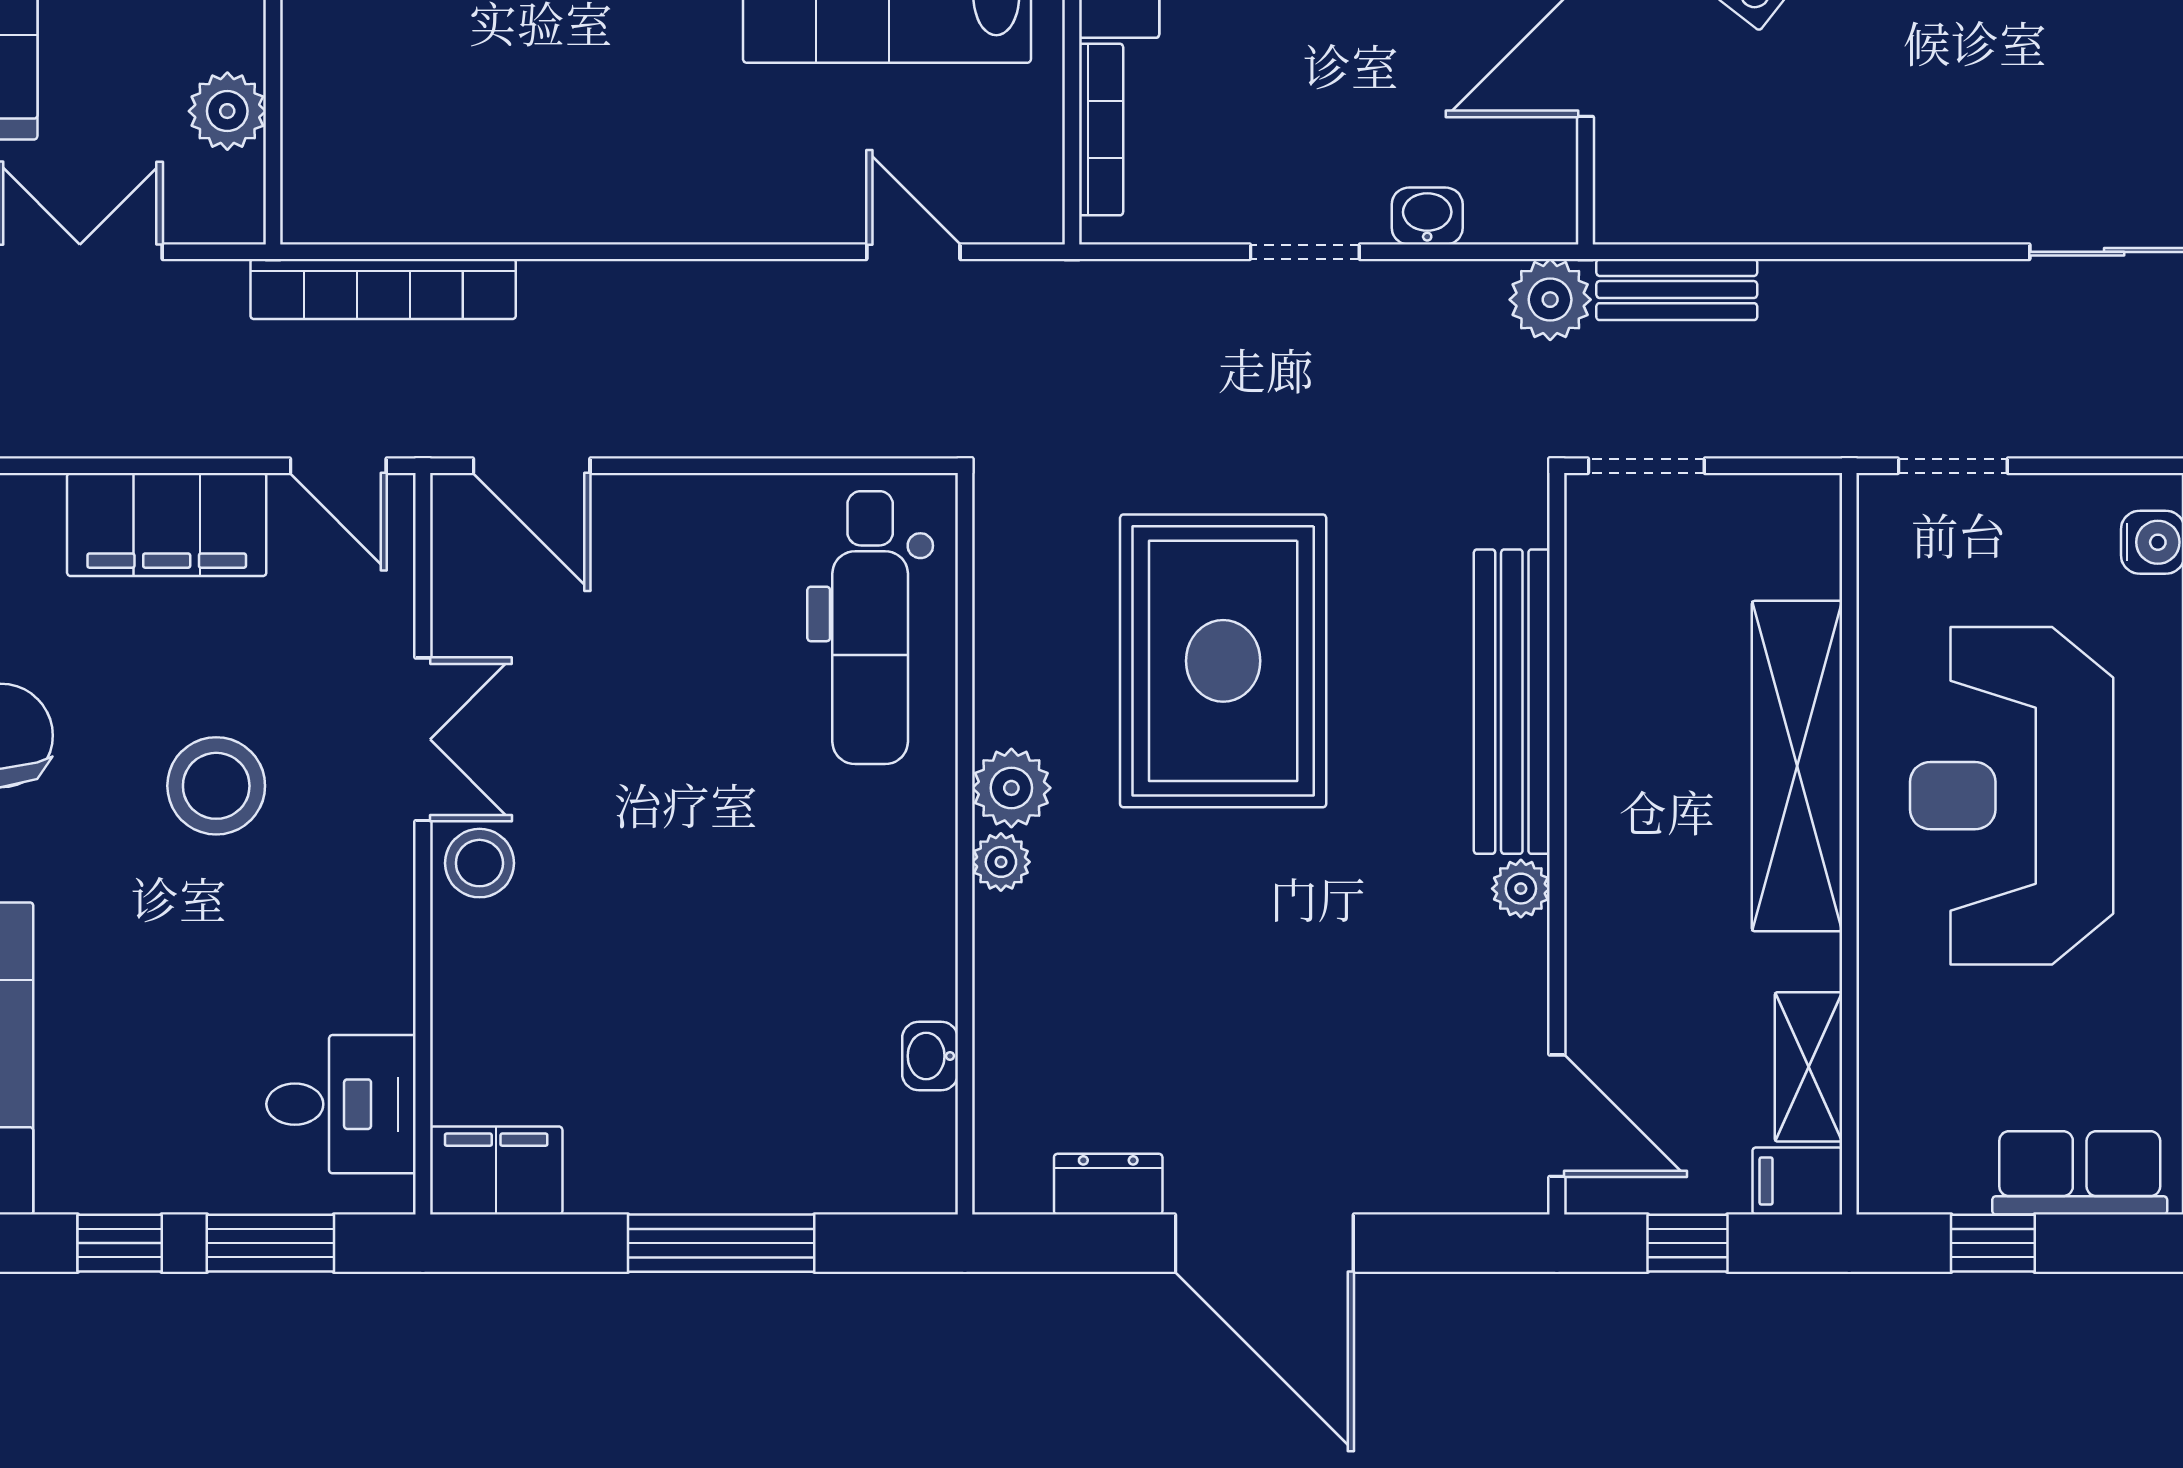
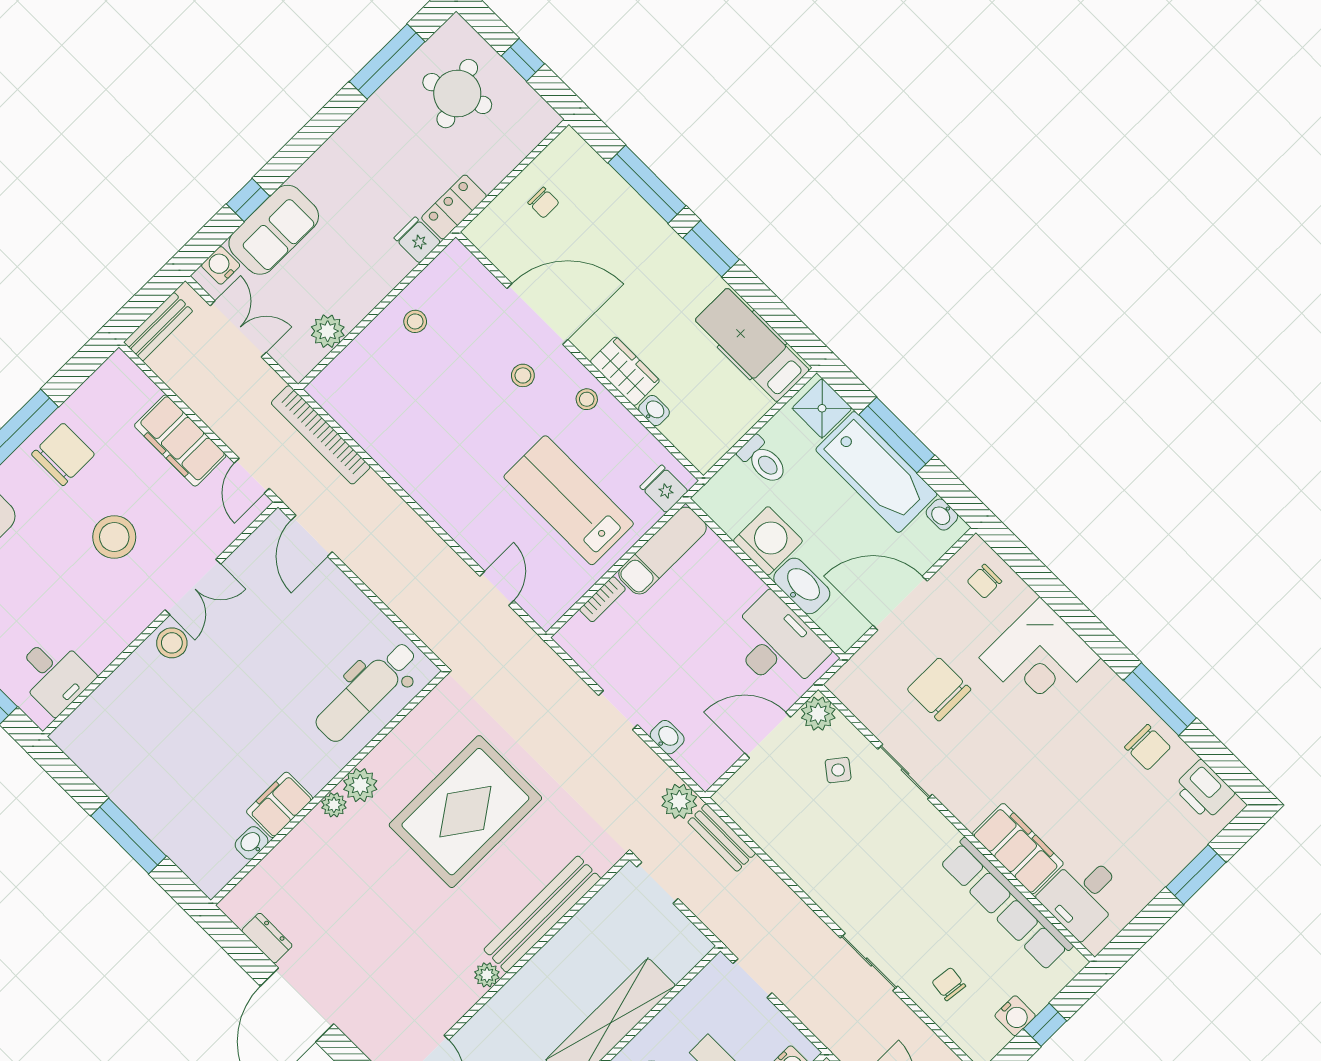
bookcase: (1101, 130) -> (603, 599), width x0.64
filing cabinet: (496, 1171) -> (280, 805), moved, turned -90

